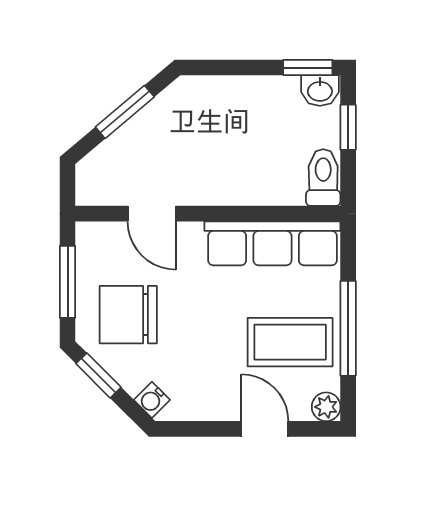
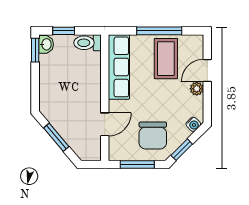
plant: (326, 407) -> (197, 89), moved

